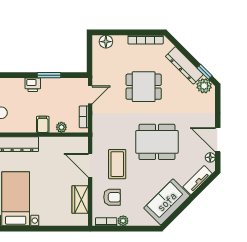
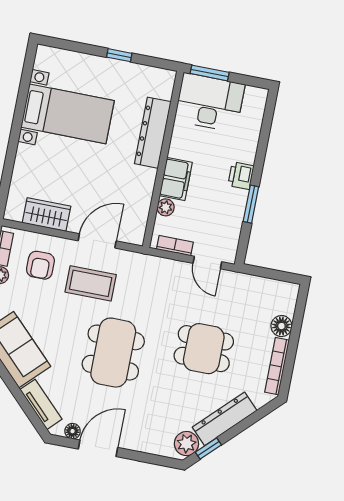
floor lamp: (106, 42) -> (281, 326), moved
dining table: (144, 87) -> (204, 349), turned 90
filing cabinet: (43, 124) -> (176, 179), width x2.00

